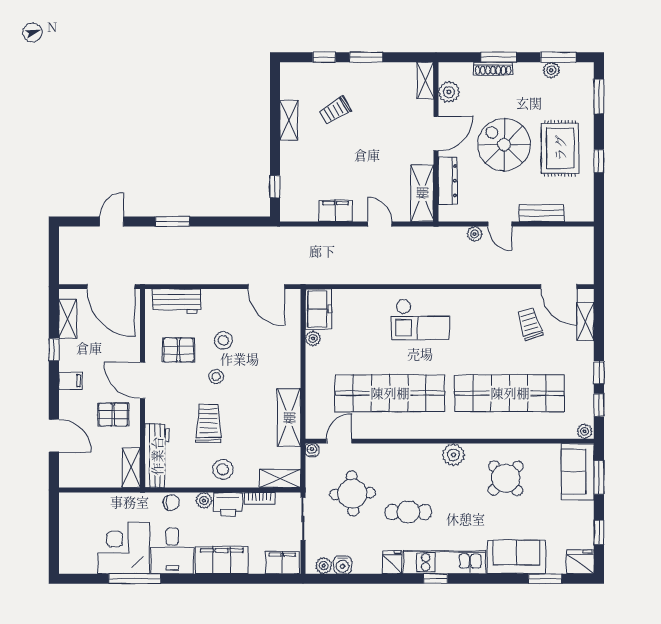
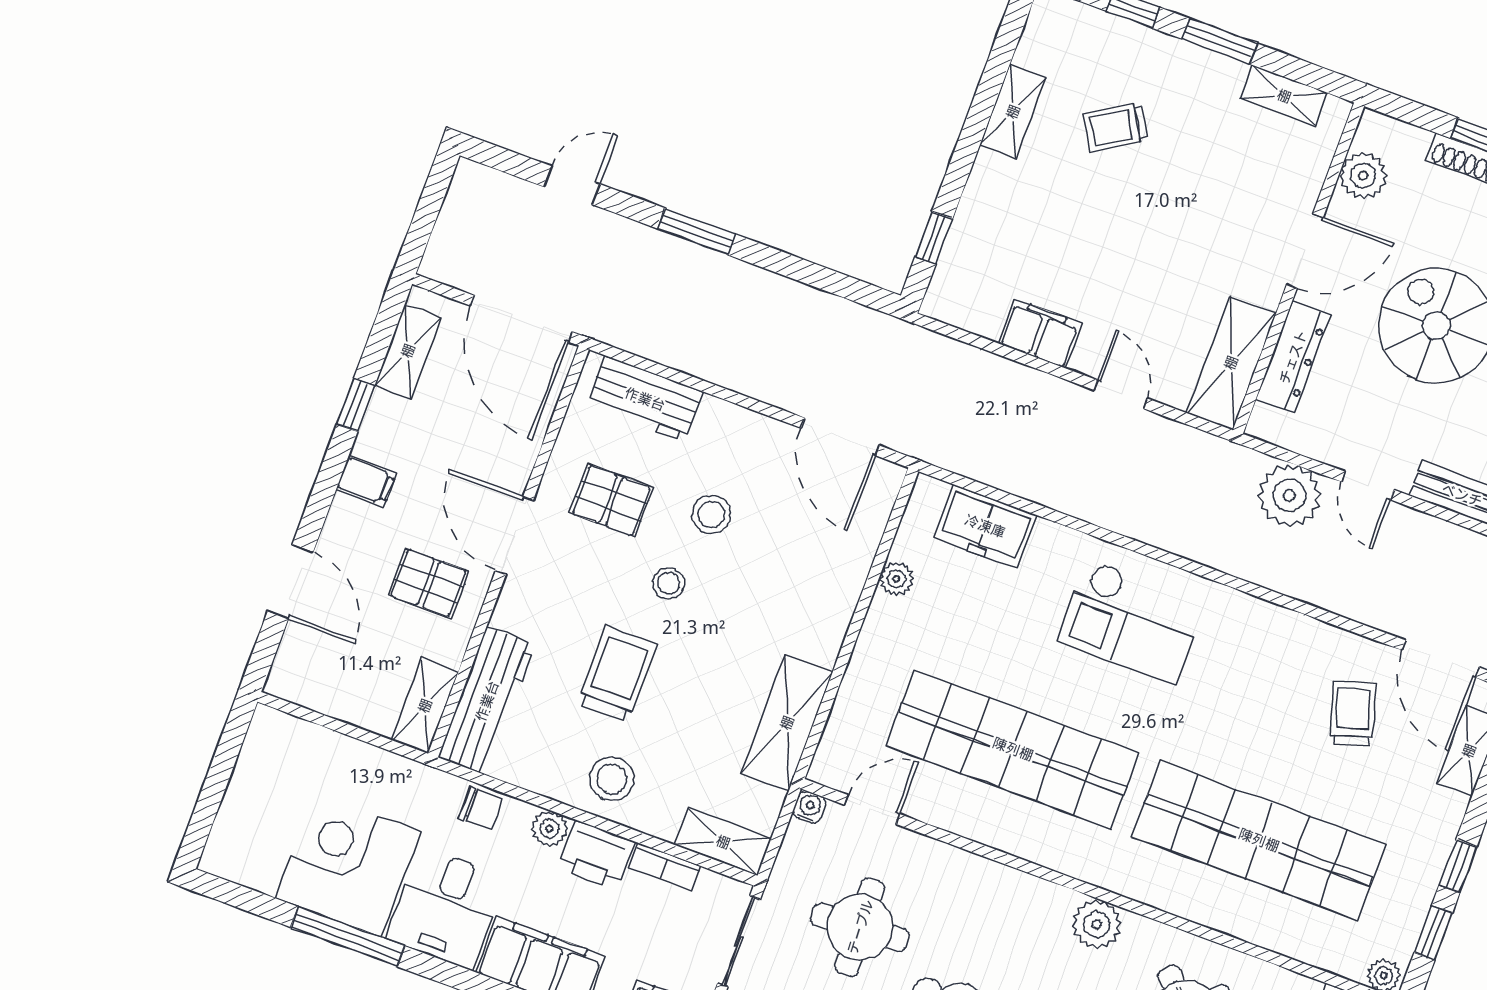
shelving: (425, 80) -> (1284, 96), moved, turned 90
plant: (475, 234) -> (1289, 495), width x1.88, depth x1.88
freezer: (318, 309) -> (985, 526), moved, turned 90

